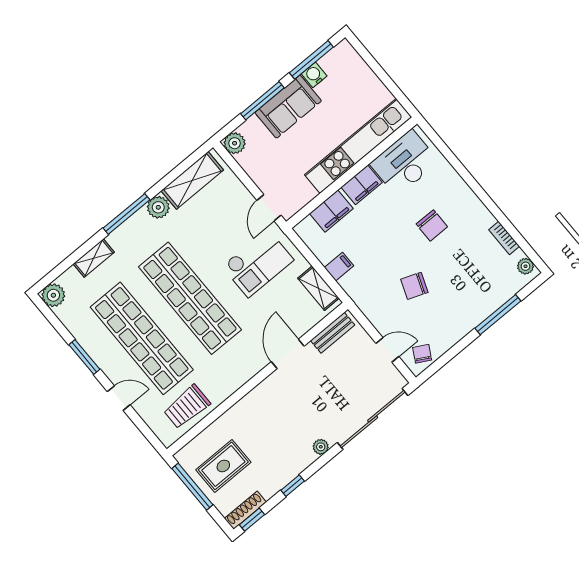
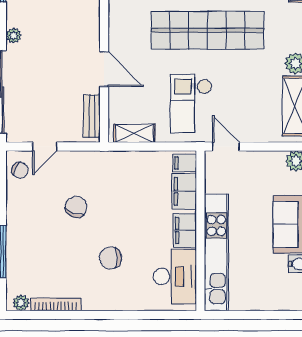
bookcase: (504, 238) -> (56, 304), width x1.56
filing cabinet: (339, 267) -> (185, 163), moved, turned 90

